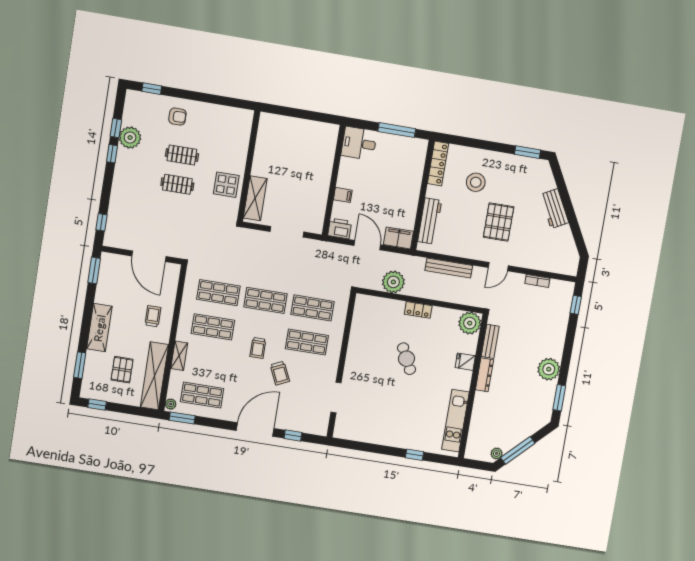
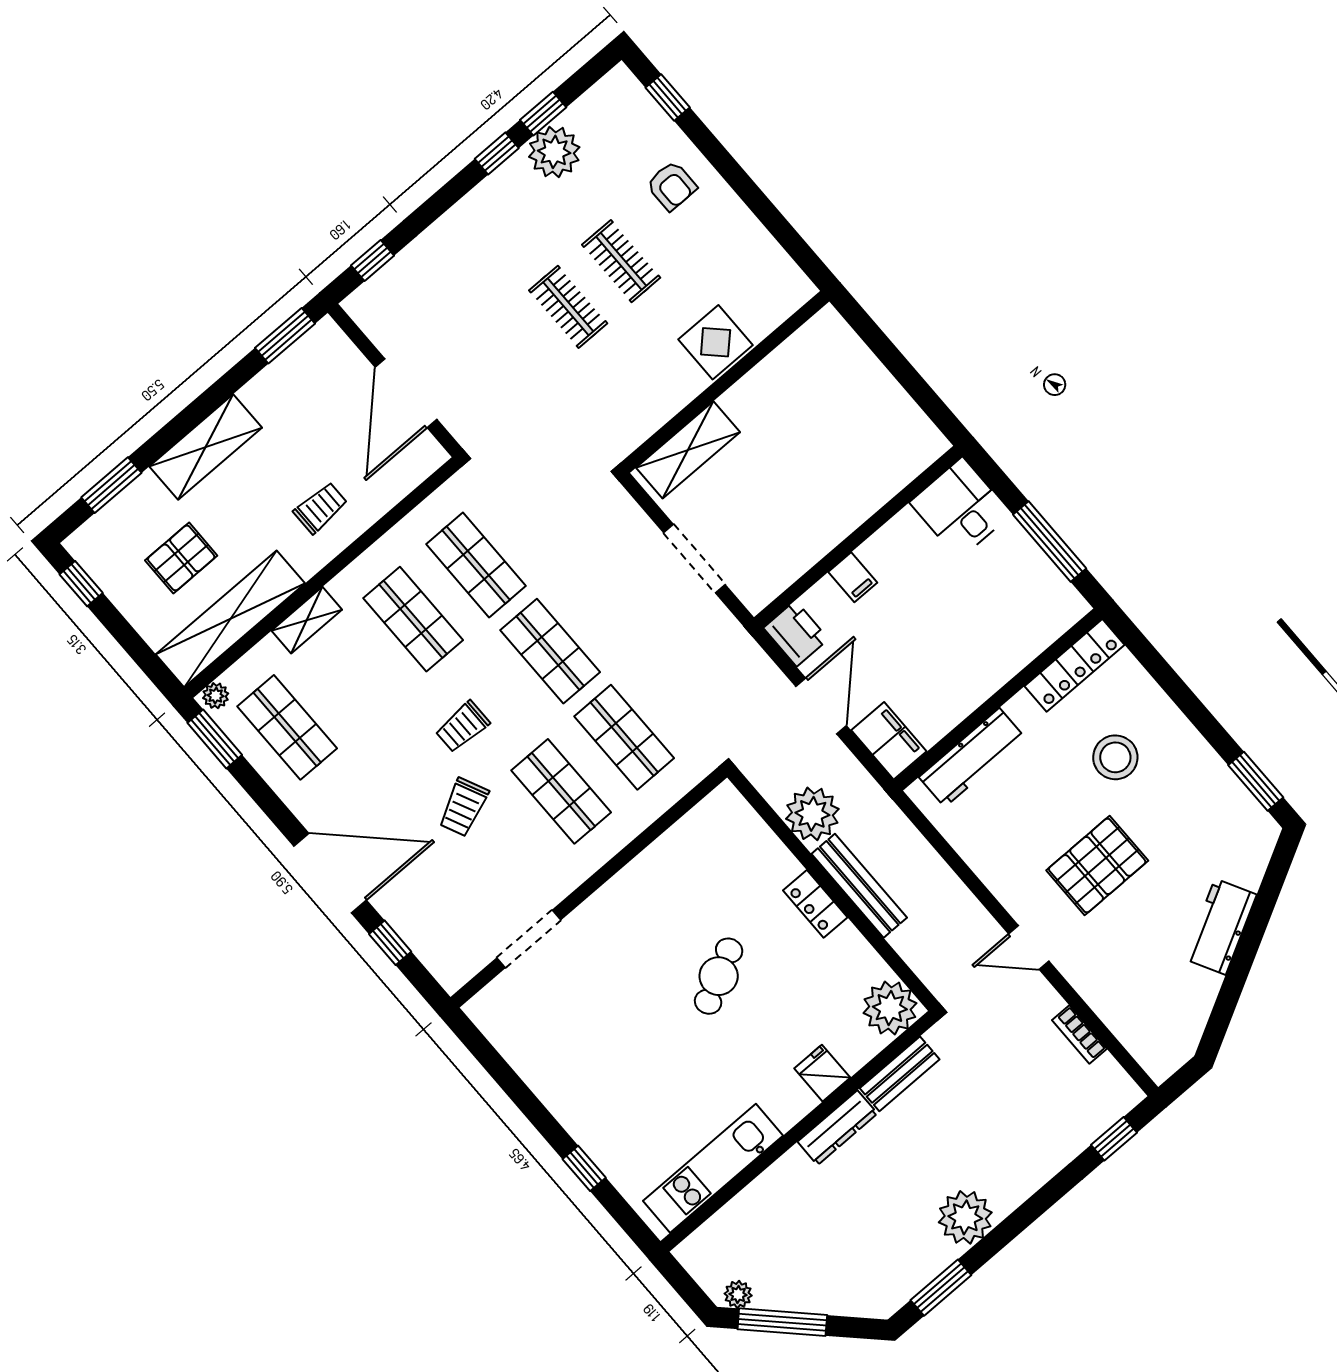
display table: (226, 185) -> (716, 342), moved
bench: (449, 268) -> (859, 886), moved

